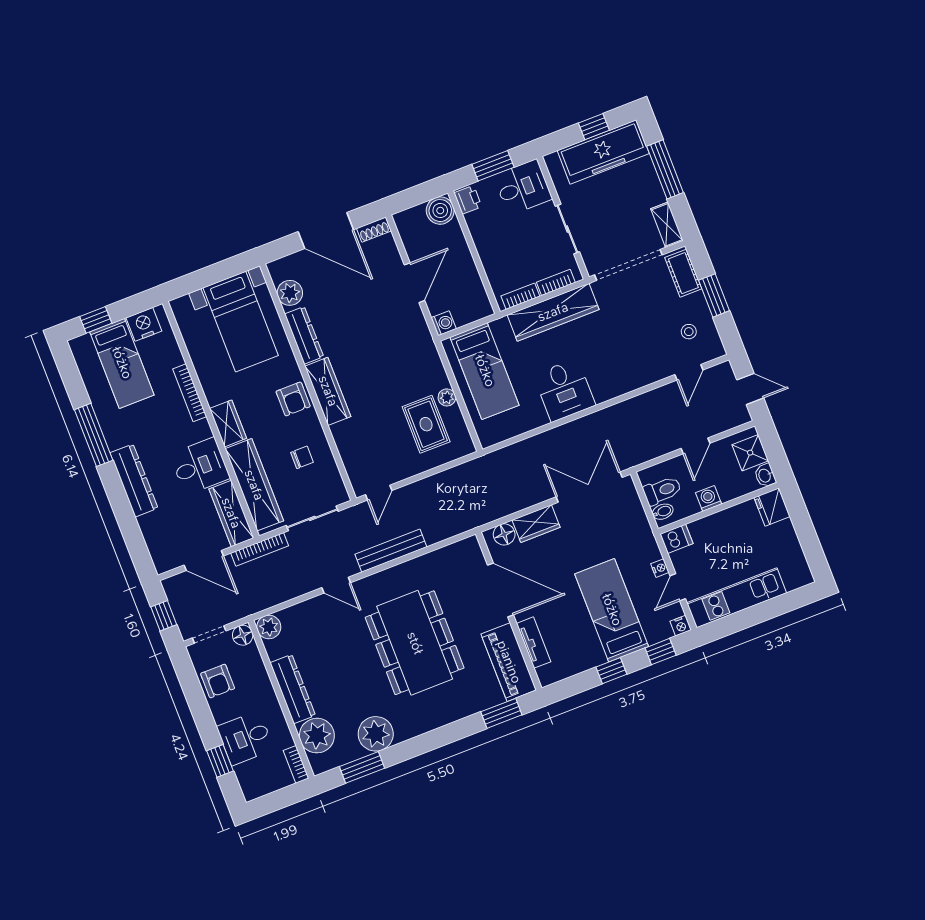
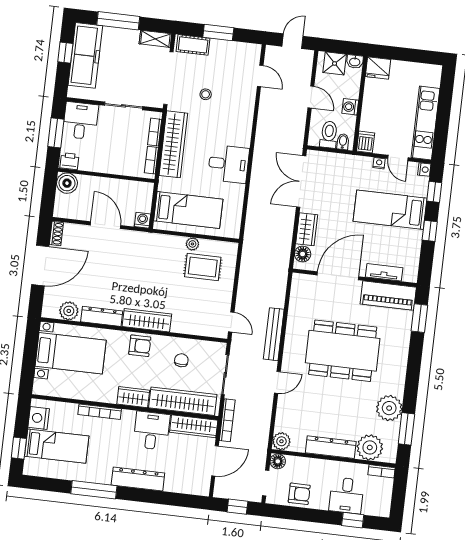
stool: (689, 332) -> (206, 94), moved

